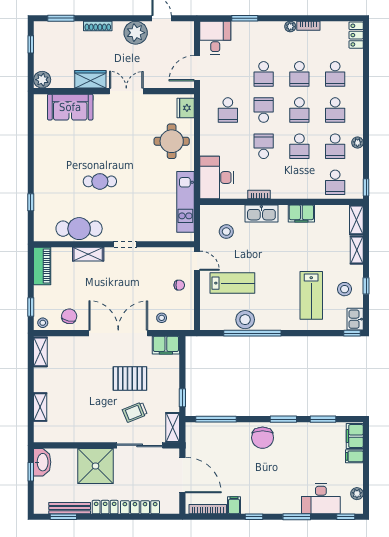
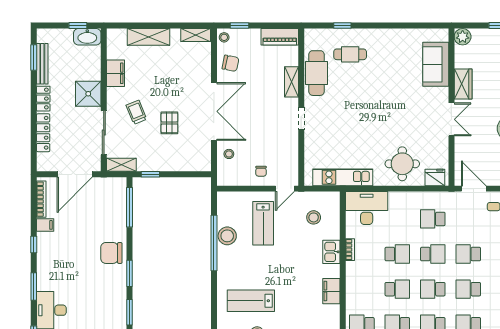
school desk: (299, 146) -> (397, 289), turned 180
cafe table: (100, 181) -> (350, 54), moved, turned 90
kitchen sink: (261, 213) -> (331, 252), width x0.73
filing cabinet: (166, 345) -> (116, 73), moved, turned 180
pallet: (130, 378) -> (169, 123), width x0.67, depth x0.71
shelving: (40, 407) -> (148, 37), width x1.50, depth x1.33
trolley: (135, 412) -> (136, 112), moved
shower: (95, 466) -> (88, 94), width x0.73, depth x0.73

